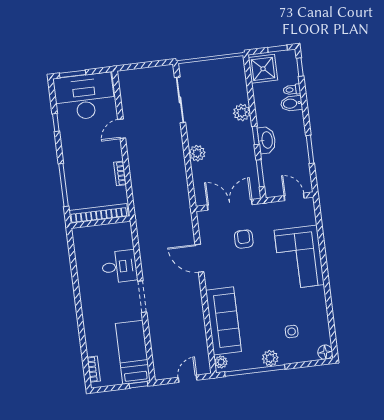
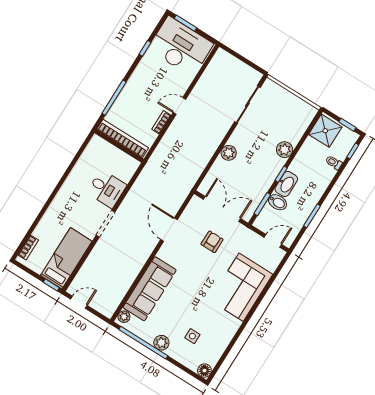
bidet: (291, 103) -> (277, 202), moved, turned 180
door: (122, 129) -> (179, 106), moved
door: (294, 197) -> (273, 241), hinge flipped
door: (188, 379) -> (79, 302), moved

